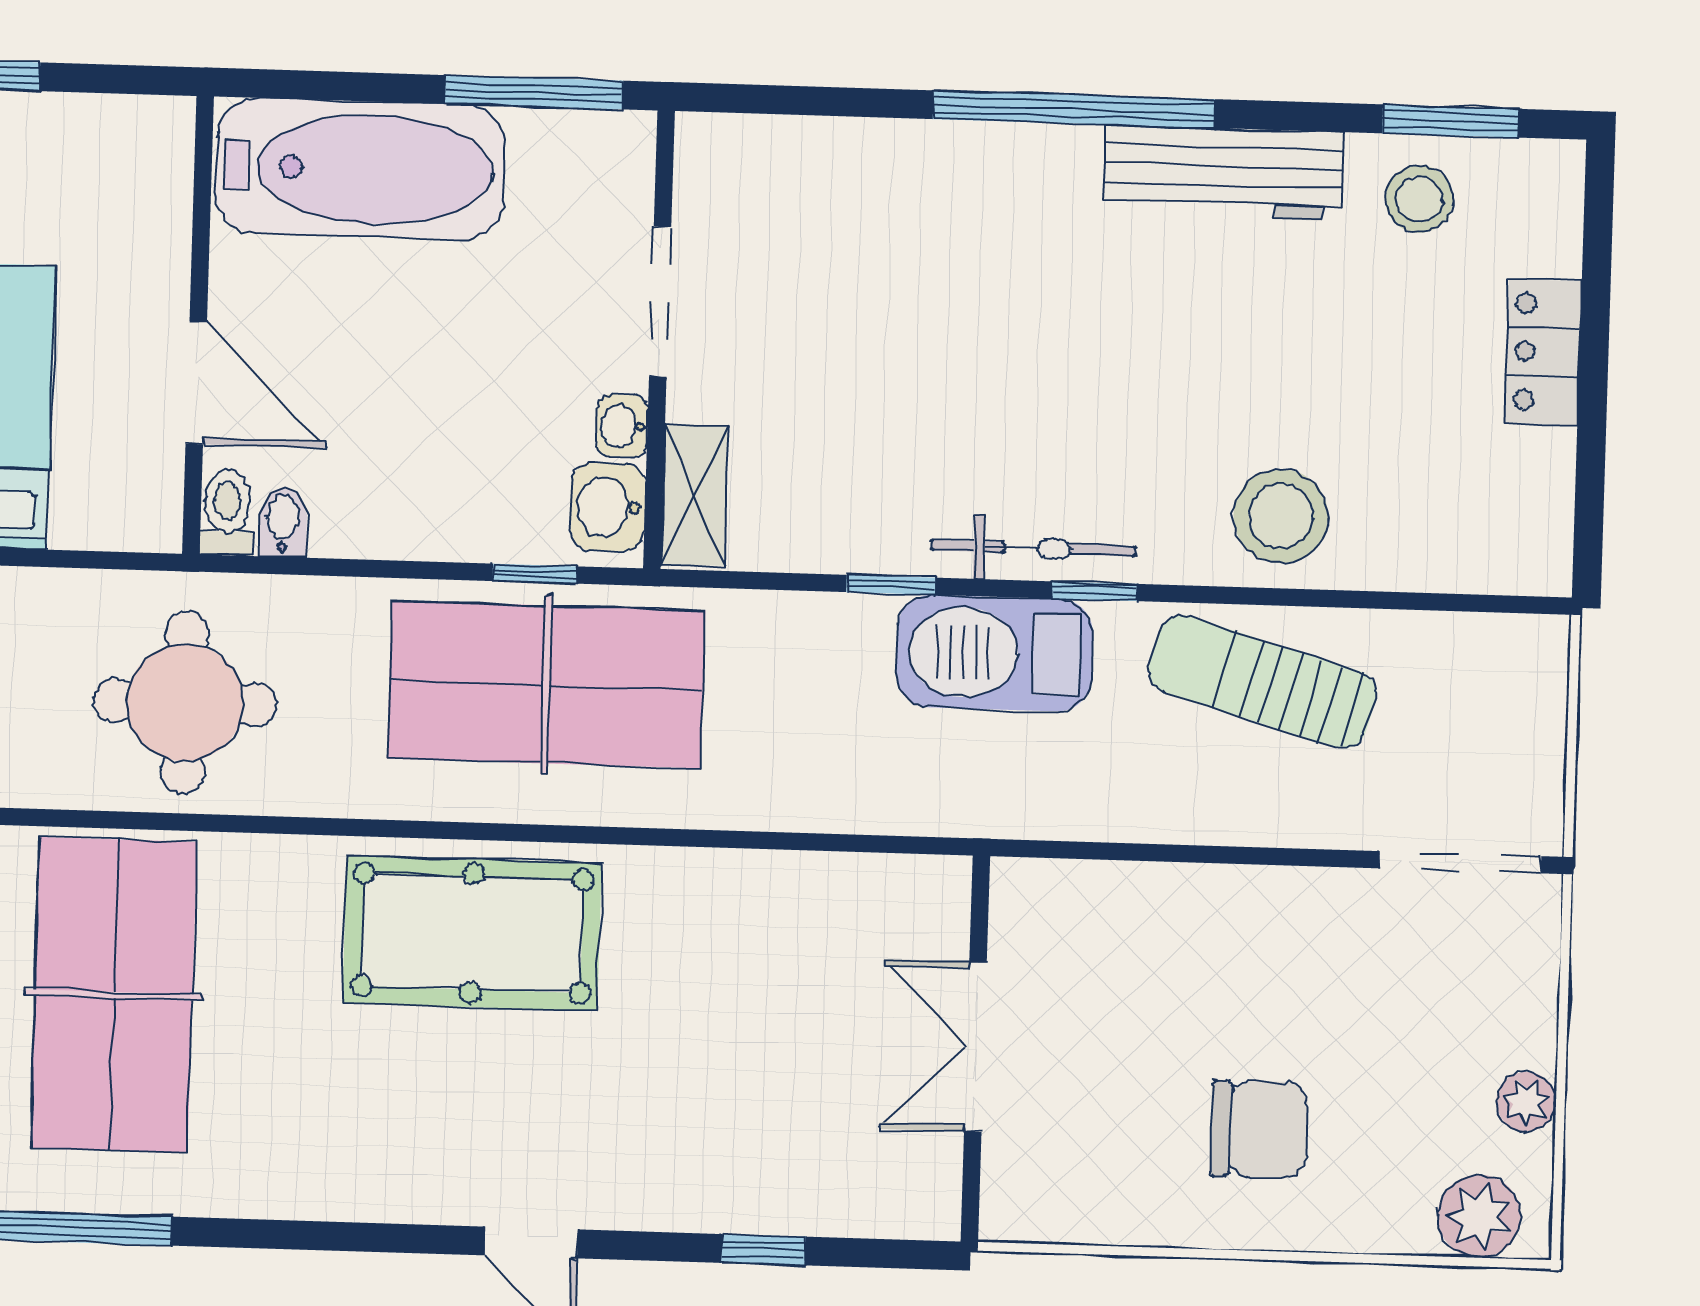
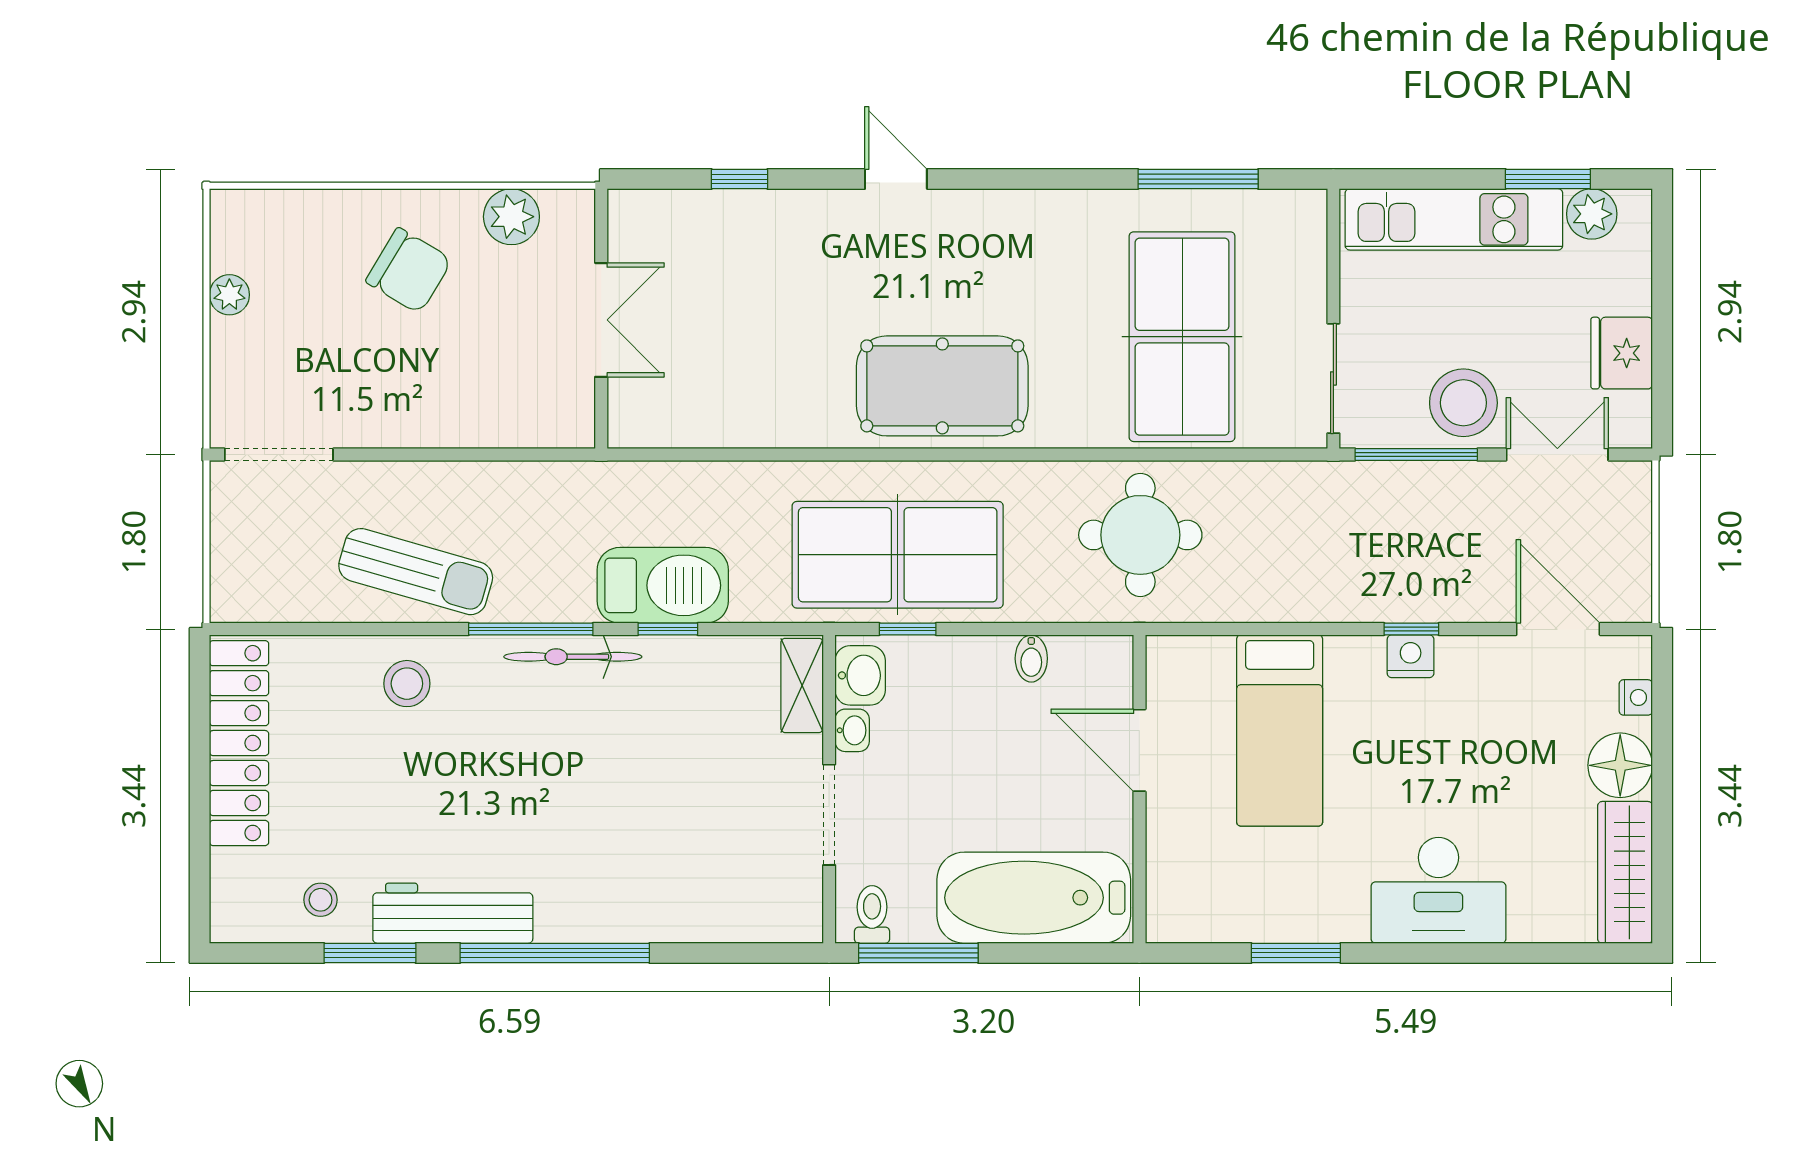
window: (1451, 121) -> (370, 953), moved
stool: (1419, 199) -> (321, 900), width x0.73, depth x0.73
locker: (1543, 352) -> (239, 743), width x2.16, depth x1.21
toilet: (227, 513) -> (872, 914), moved, turned 180
stool: (1281, 516) -> (407, 684), width x0.73, depth x0.73
bidet: (283, 522) -> (1031, 658), moved
window: (1094, 591) -> (531, 629), width x2.17
barbecue: (994, 653) -> (663, 585), moved
chair: (1259, 1129) -> (409, 271), turned -149
plant: (1479, 1216) -> (511, 217), moved

